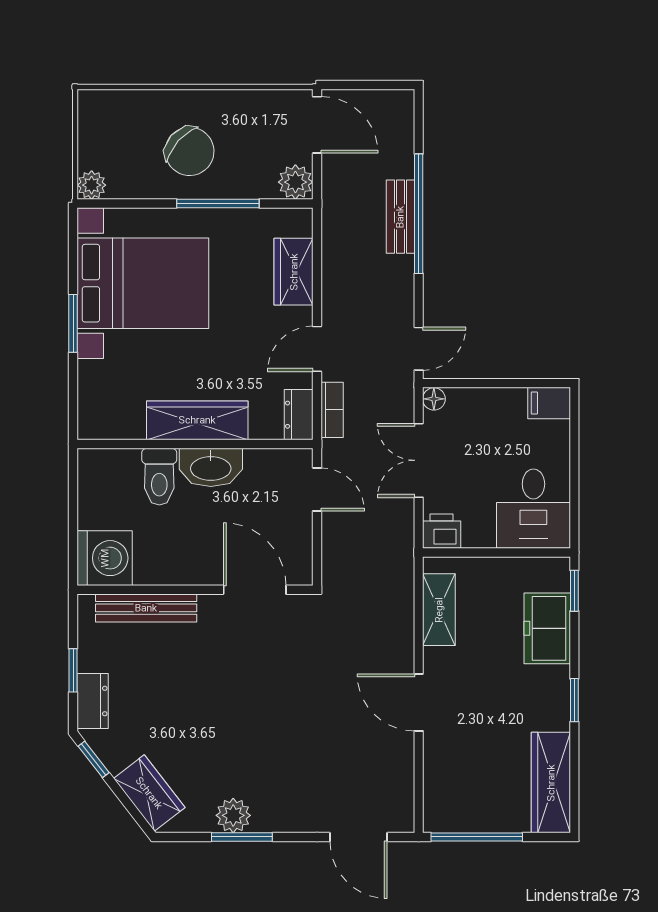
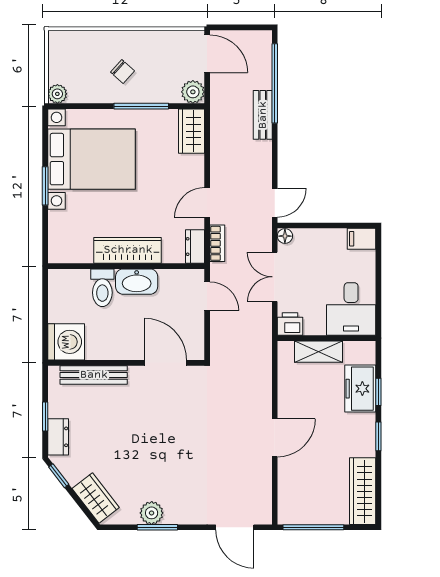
chair: (190, 151) -> (122, 71), width x0.54, depth x0.54
window: (419, 214) -> (275, 83), moved
wardrobe: (294, 272) -> (192, 131), moved
window: (574, 591) -> (378, 392), moved
shelving: (439, 610) -> (318, 352), moved, turned 90
door: (419, 702) -> (275, 438), swing flipped

